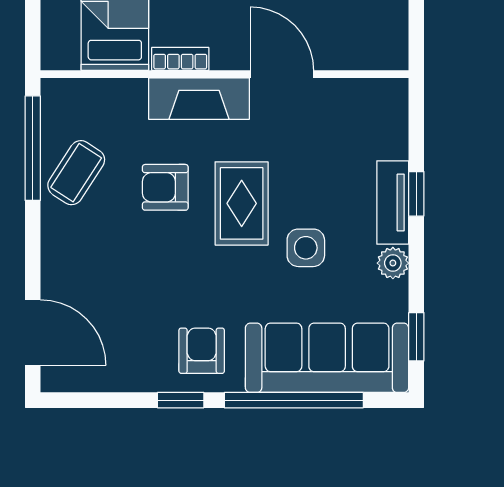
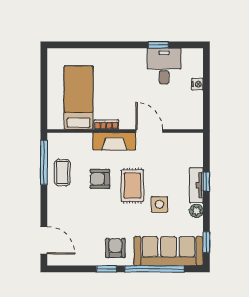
coffee table: (76, 173) -> (62, 173), turned -33

